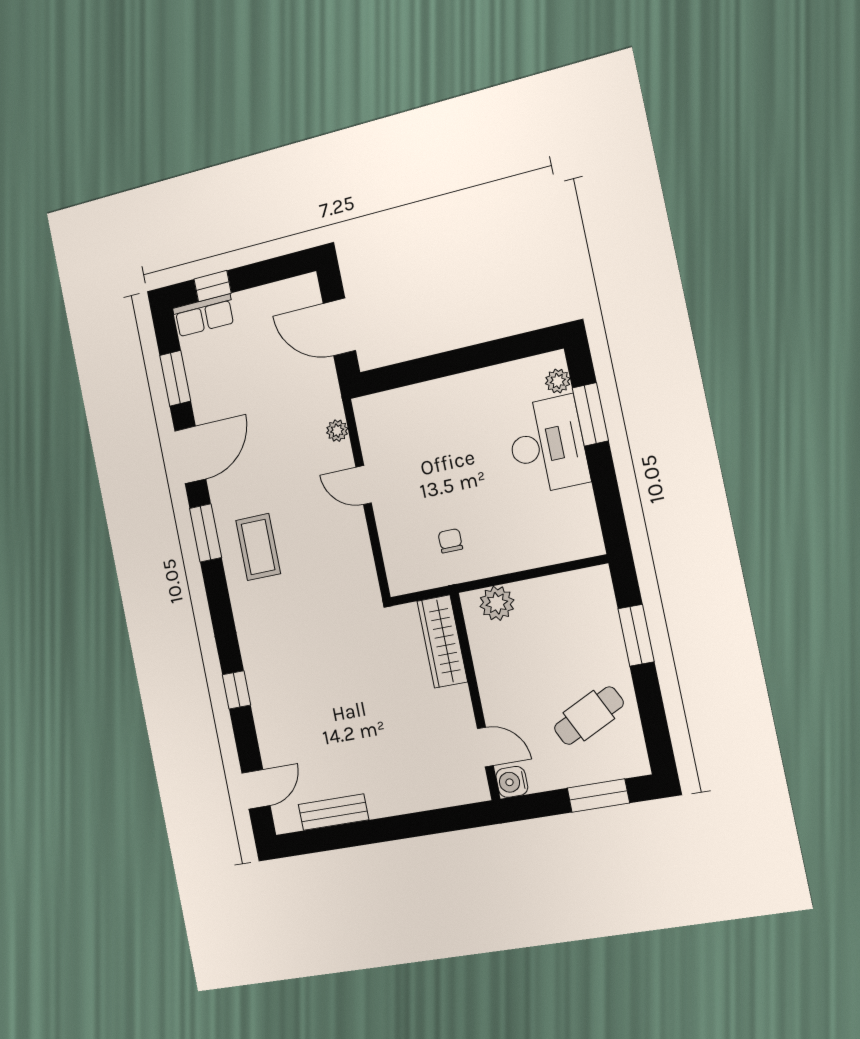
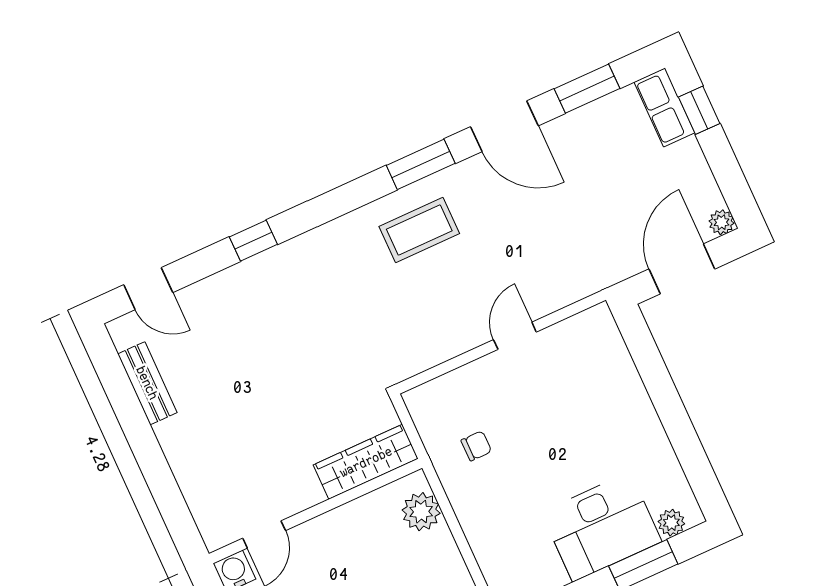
plant: (337, 431) -> (722, 222), moved

